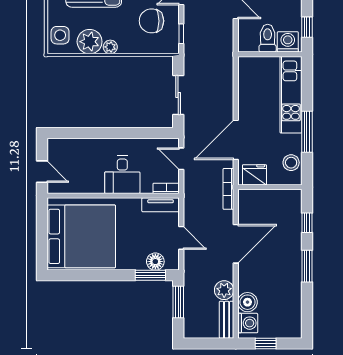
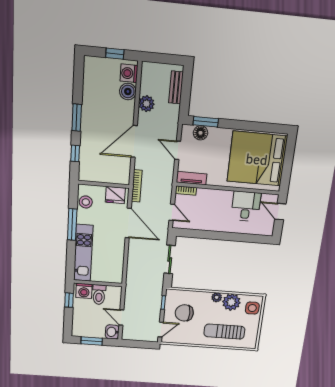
chair: (151, 21) -> (184, 313), turned 180
door: (236, 140) -> (128, 223), hinge flipped
desk: (122, 175) -> (246, 206), moved
window: (178, 302) -> (185, 97), removed
bench: (227, 320) -> (176, 87), moved

